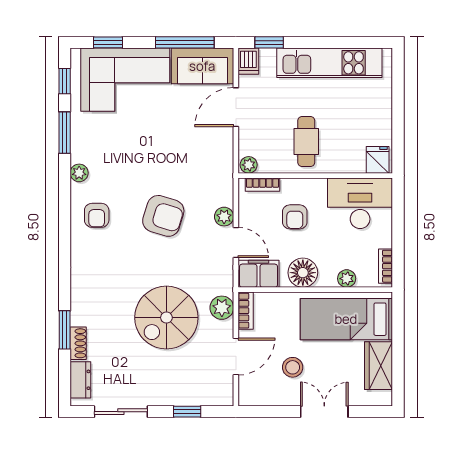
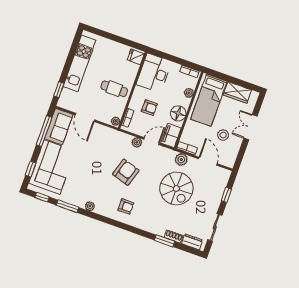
dishwasher: (248, 61) -> (64, 103), removed
armchair: (97, 215) -> (126, 206), moved

